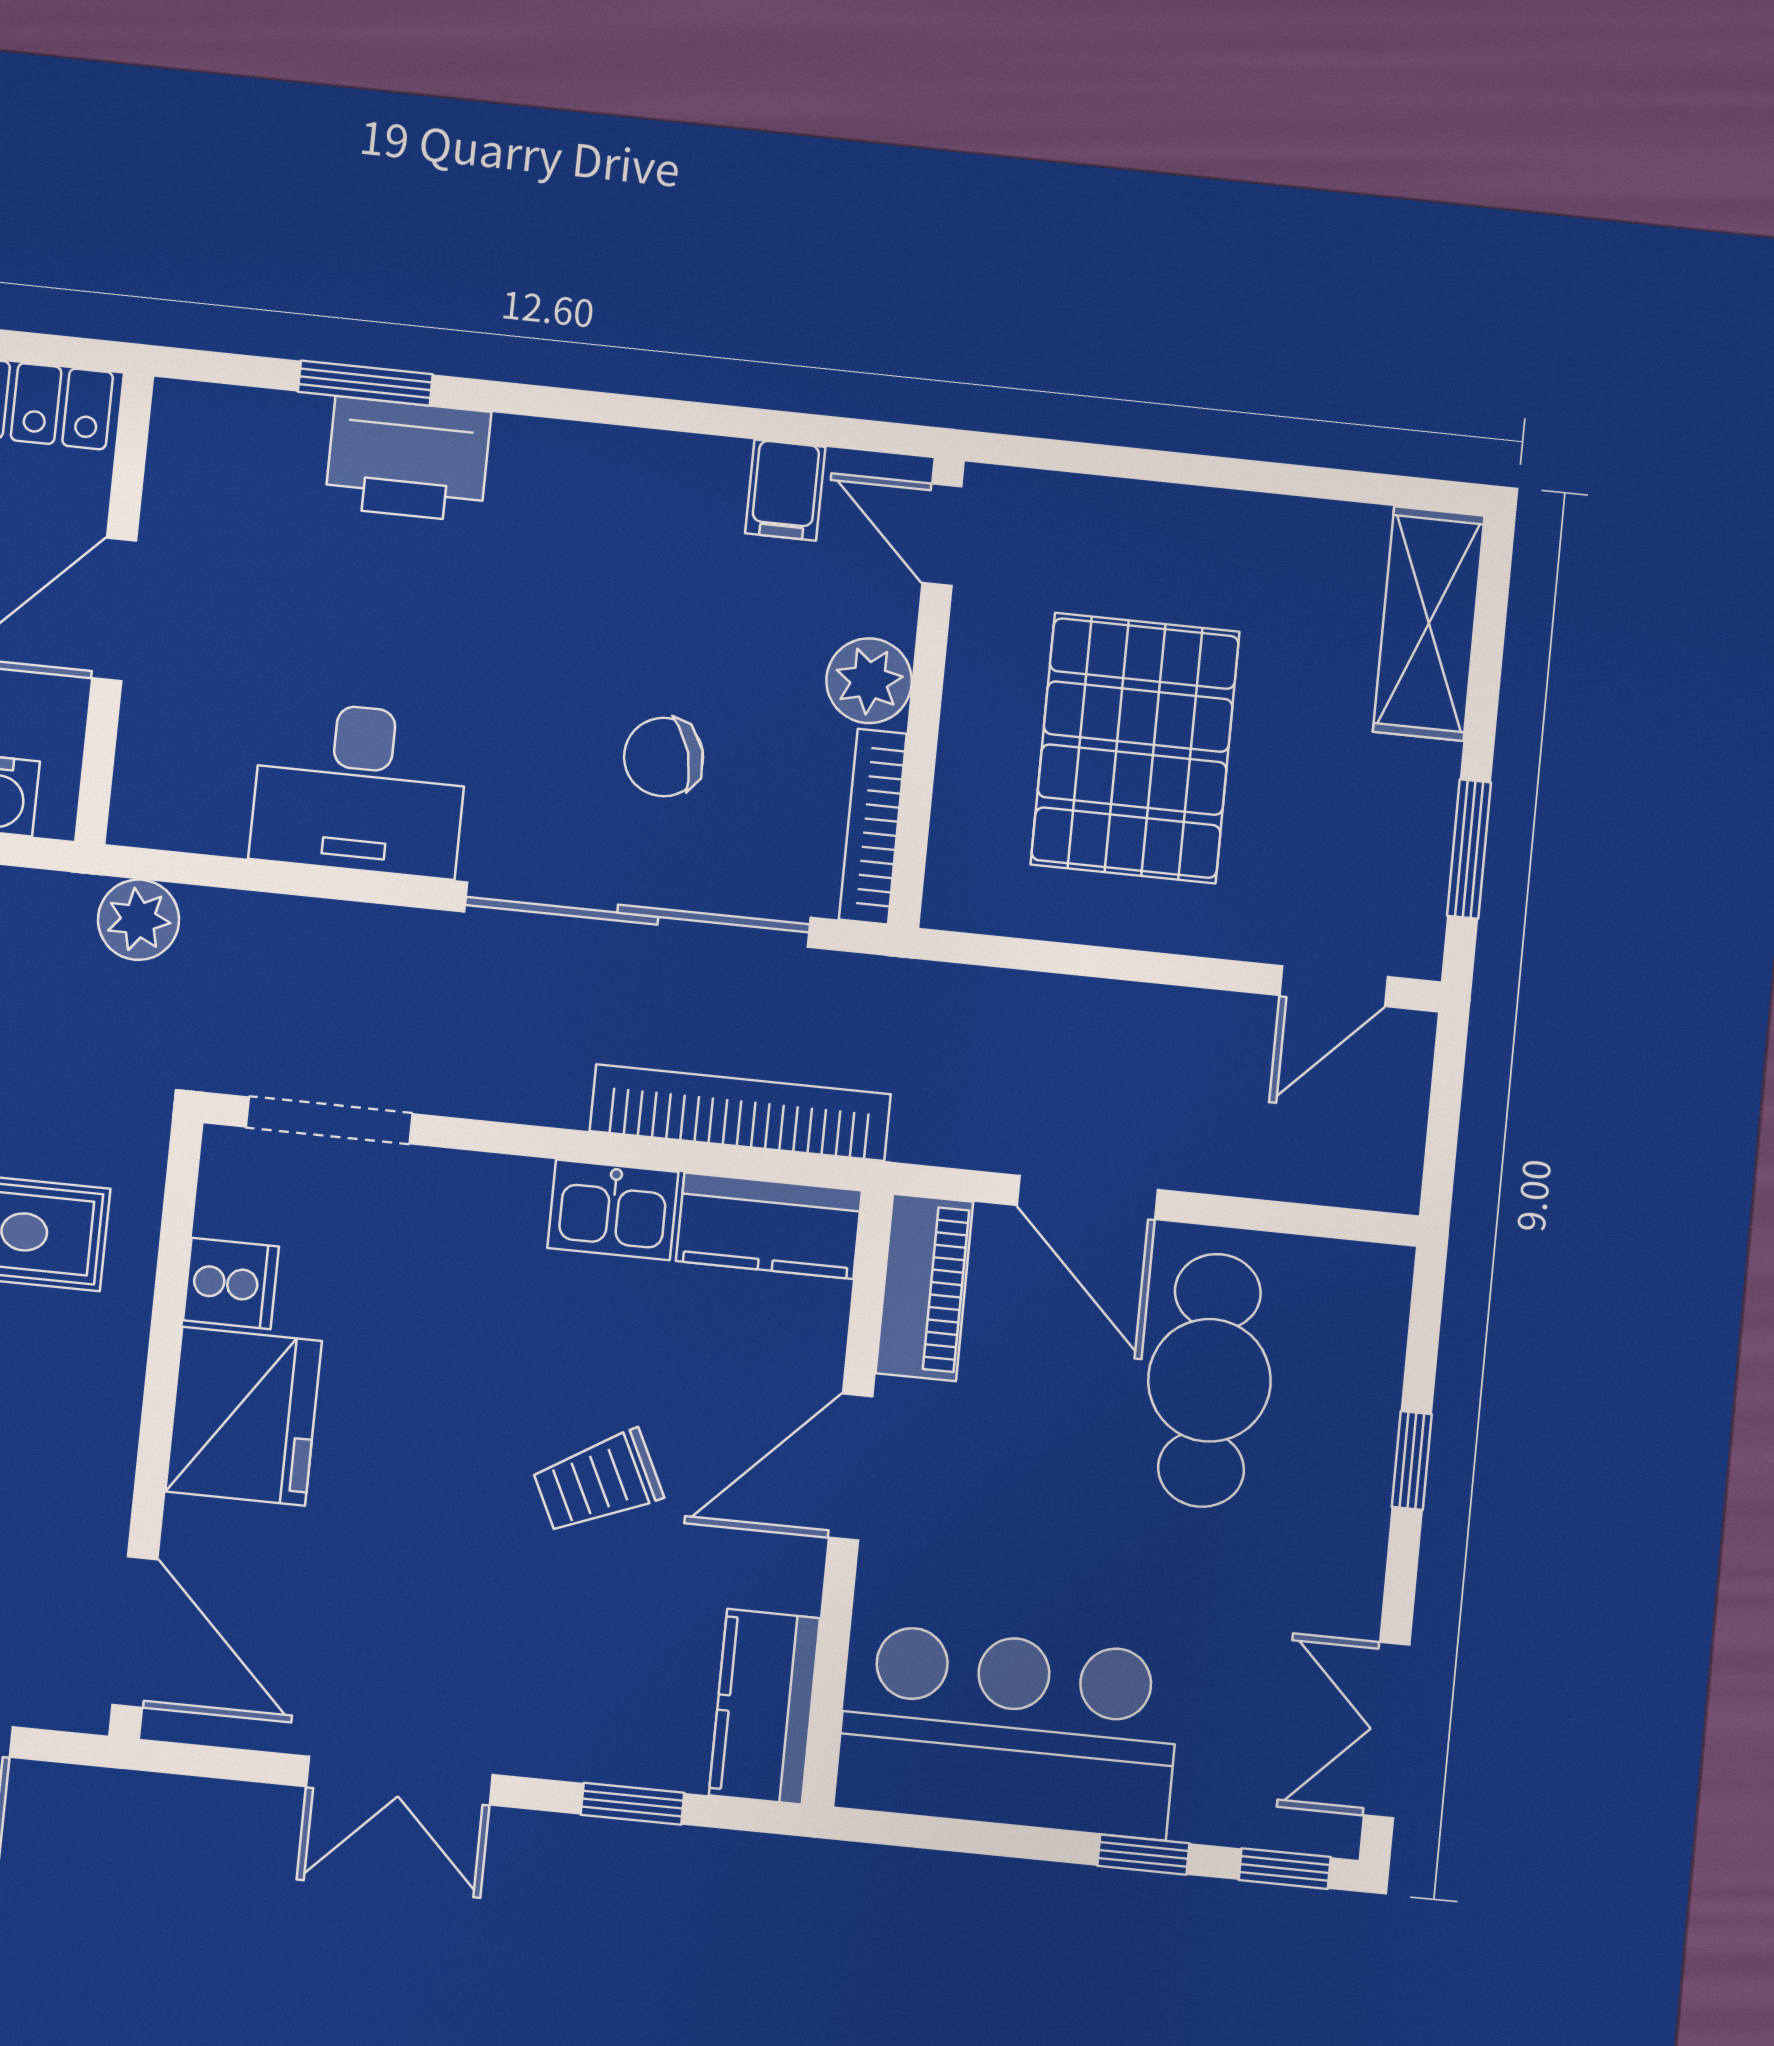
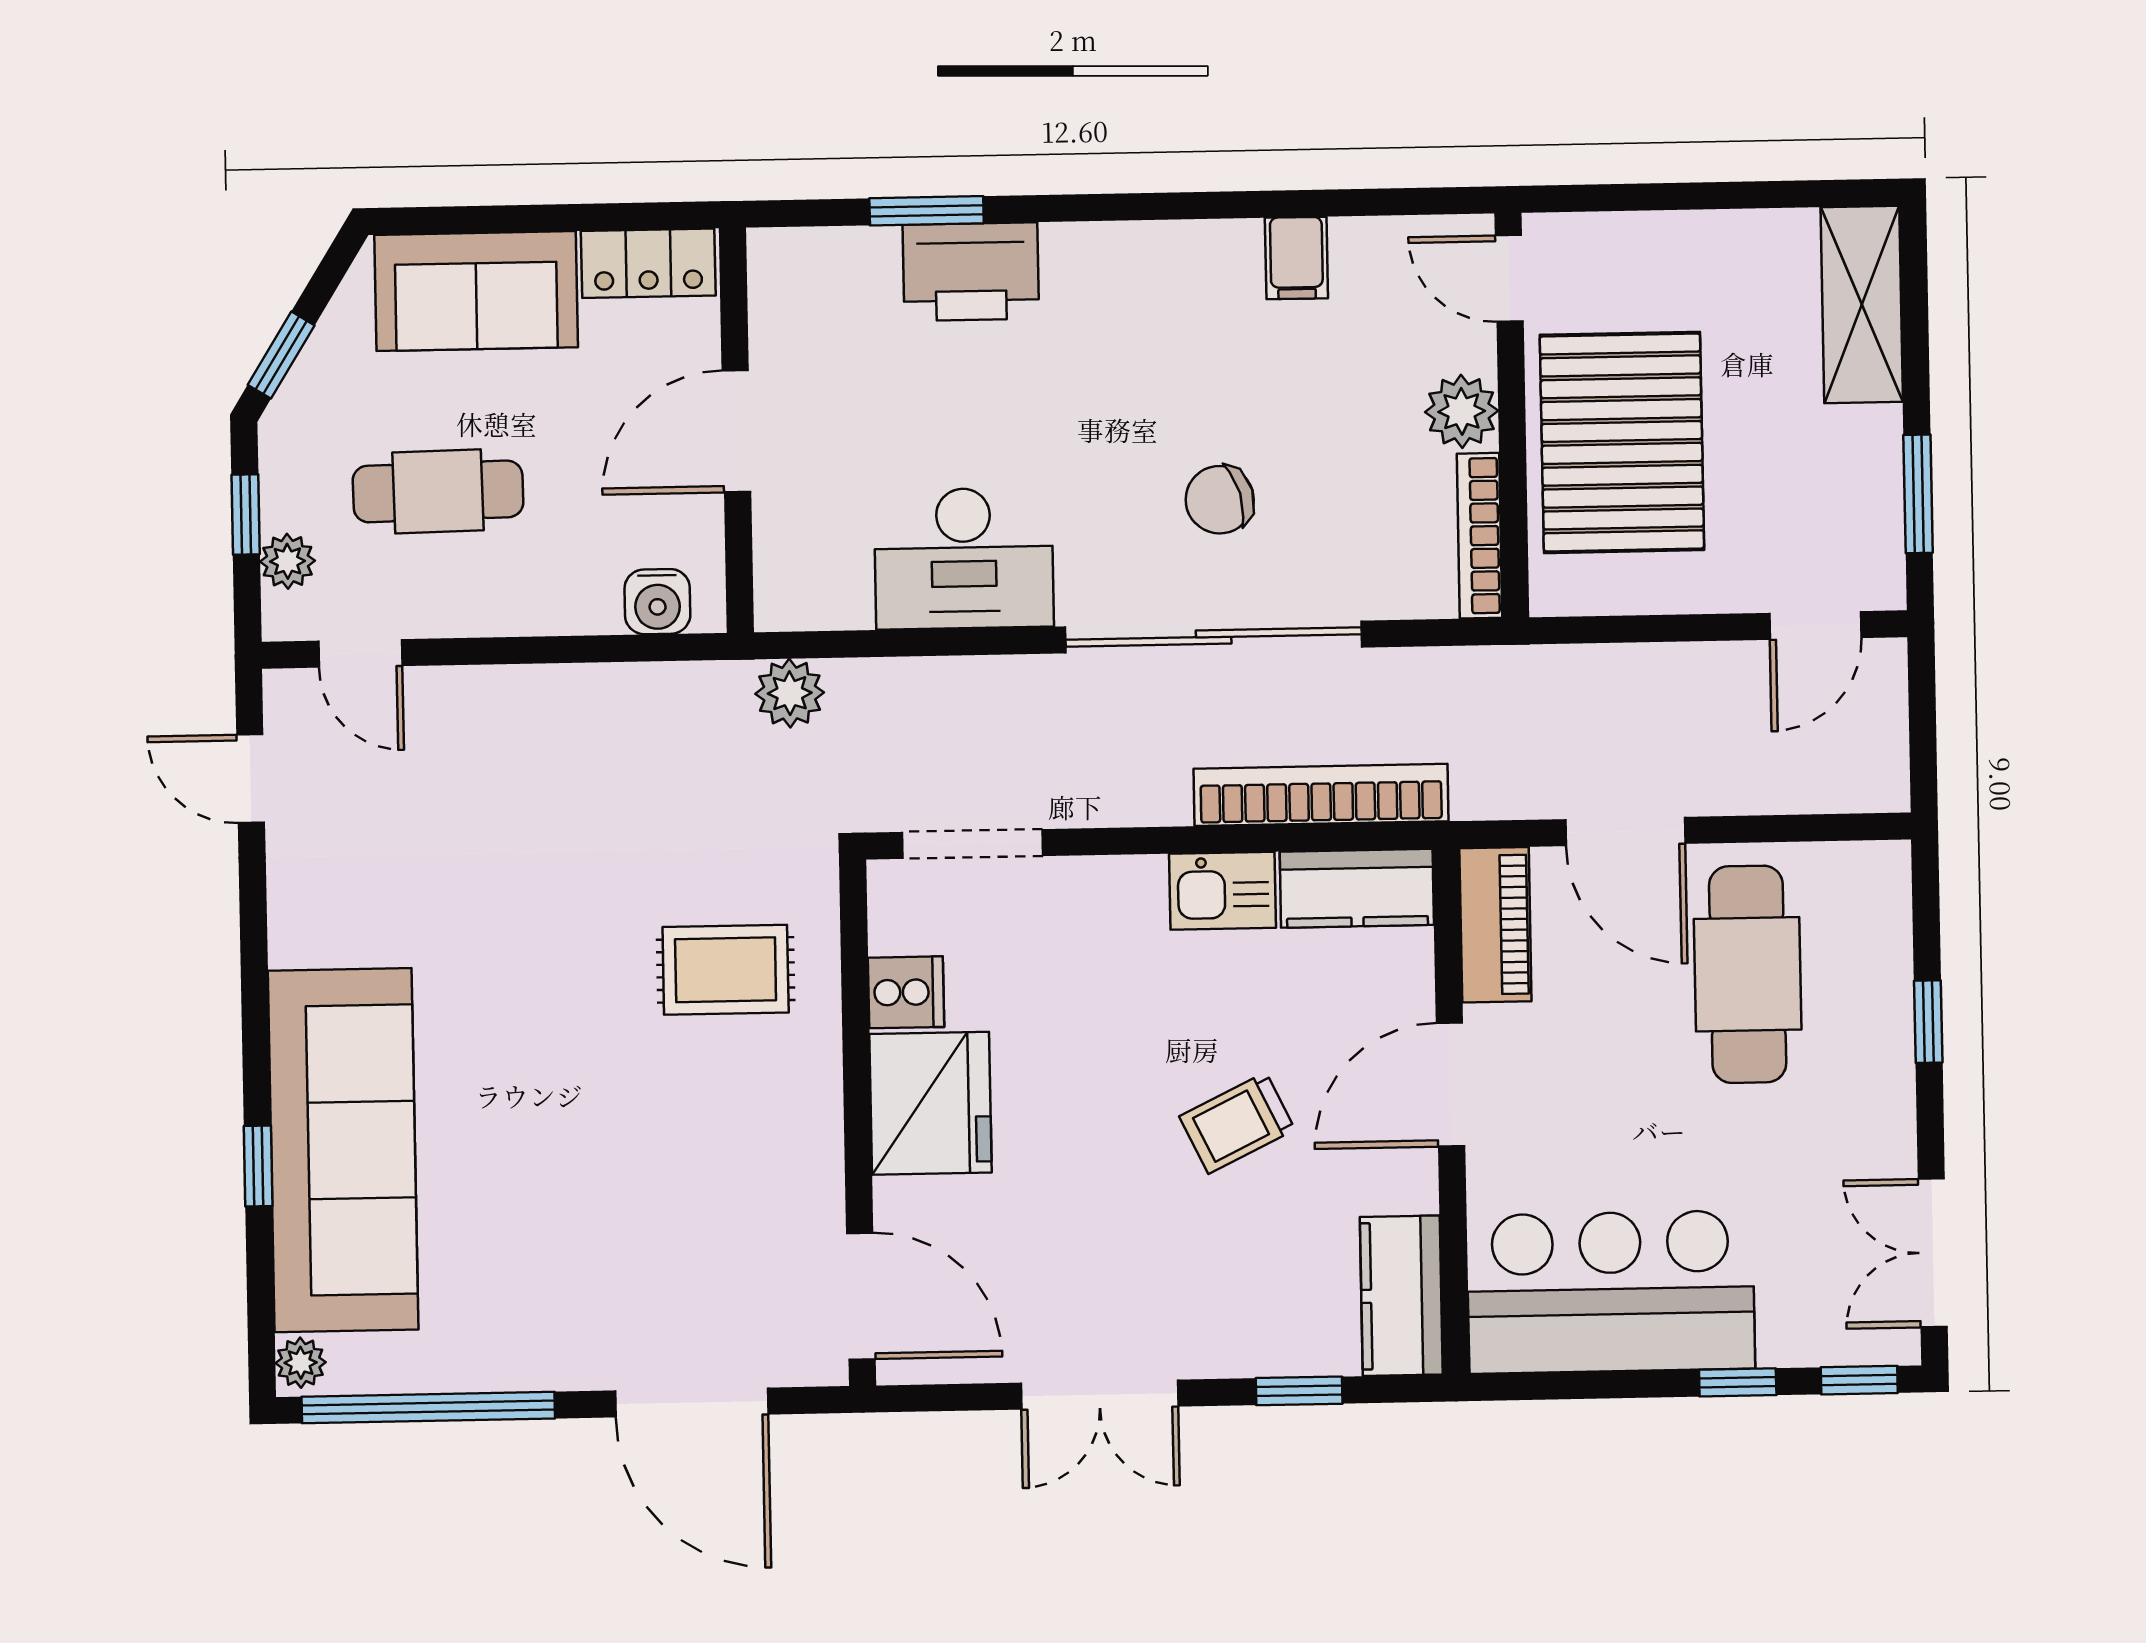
door: (942, 535) -> (1509, 278), moved
plant: (869, 681) -> (1462, 411), moved
wall: (926, 693) -> (1512, 415), moved
bookcase: (873, 827) -> (1480, 536), moved

